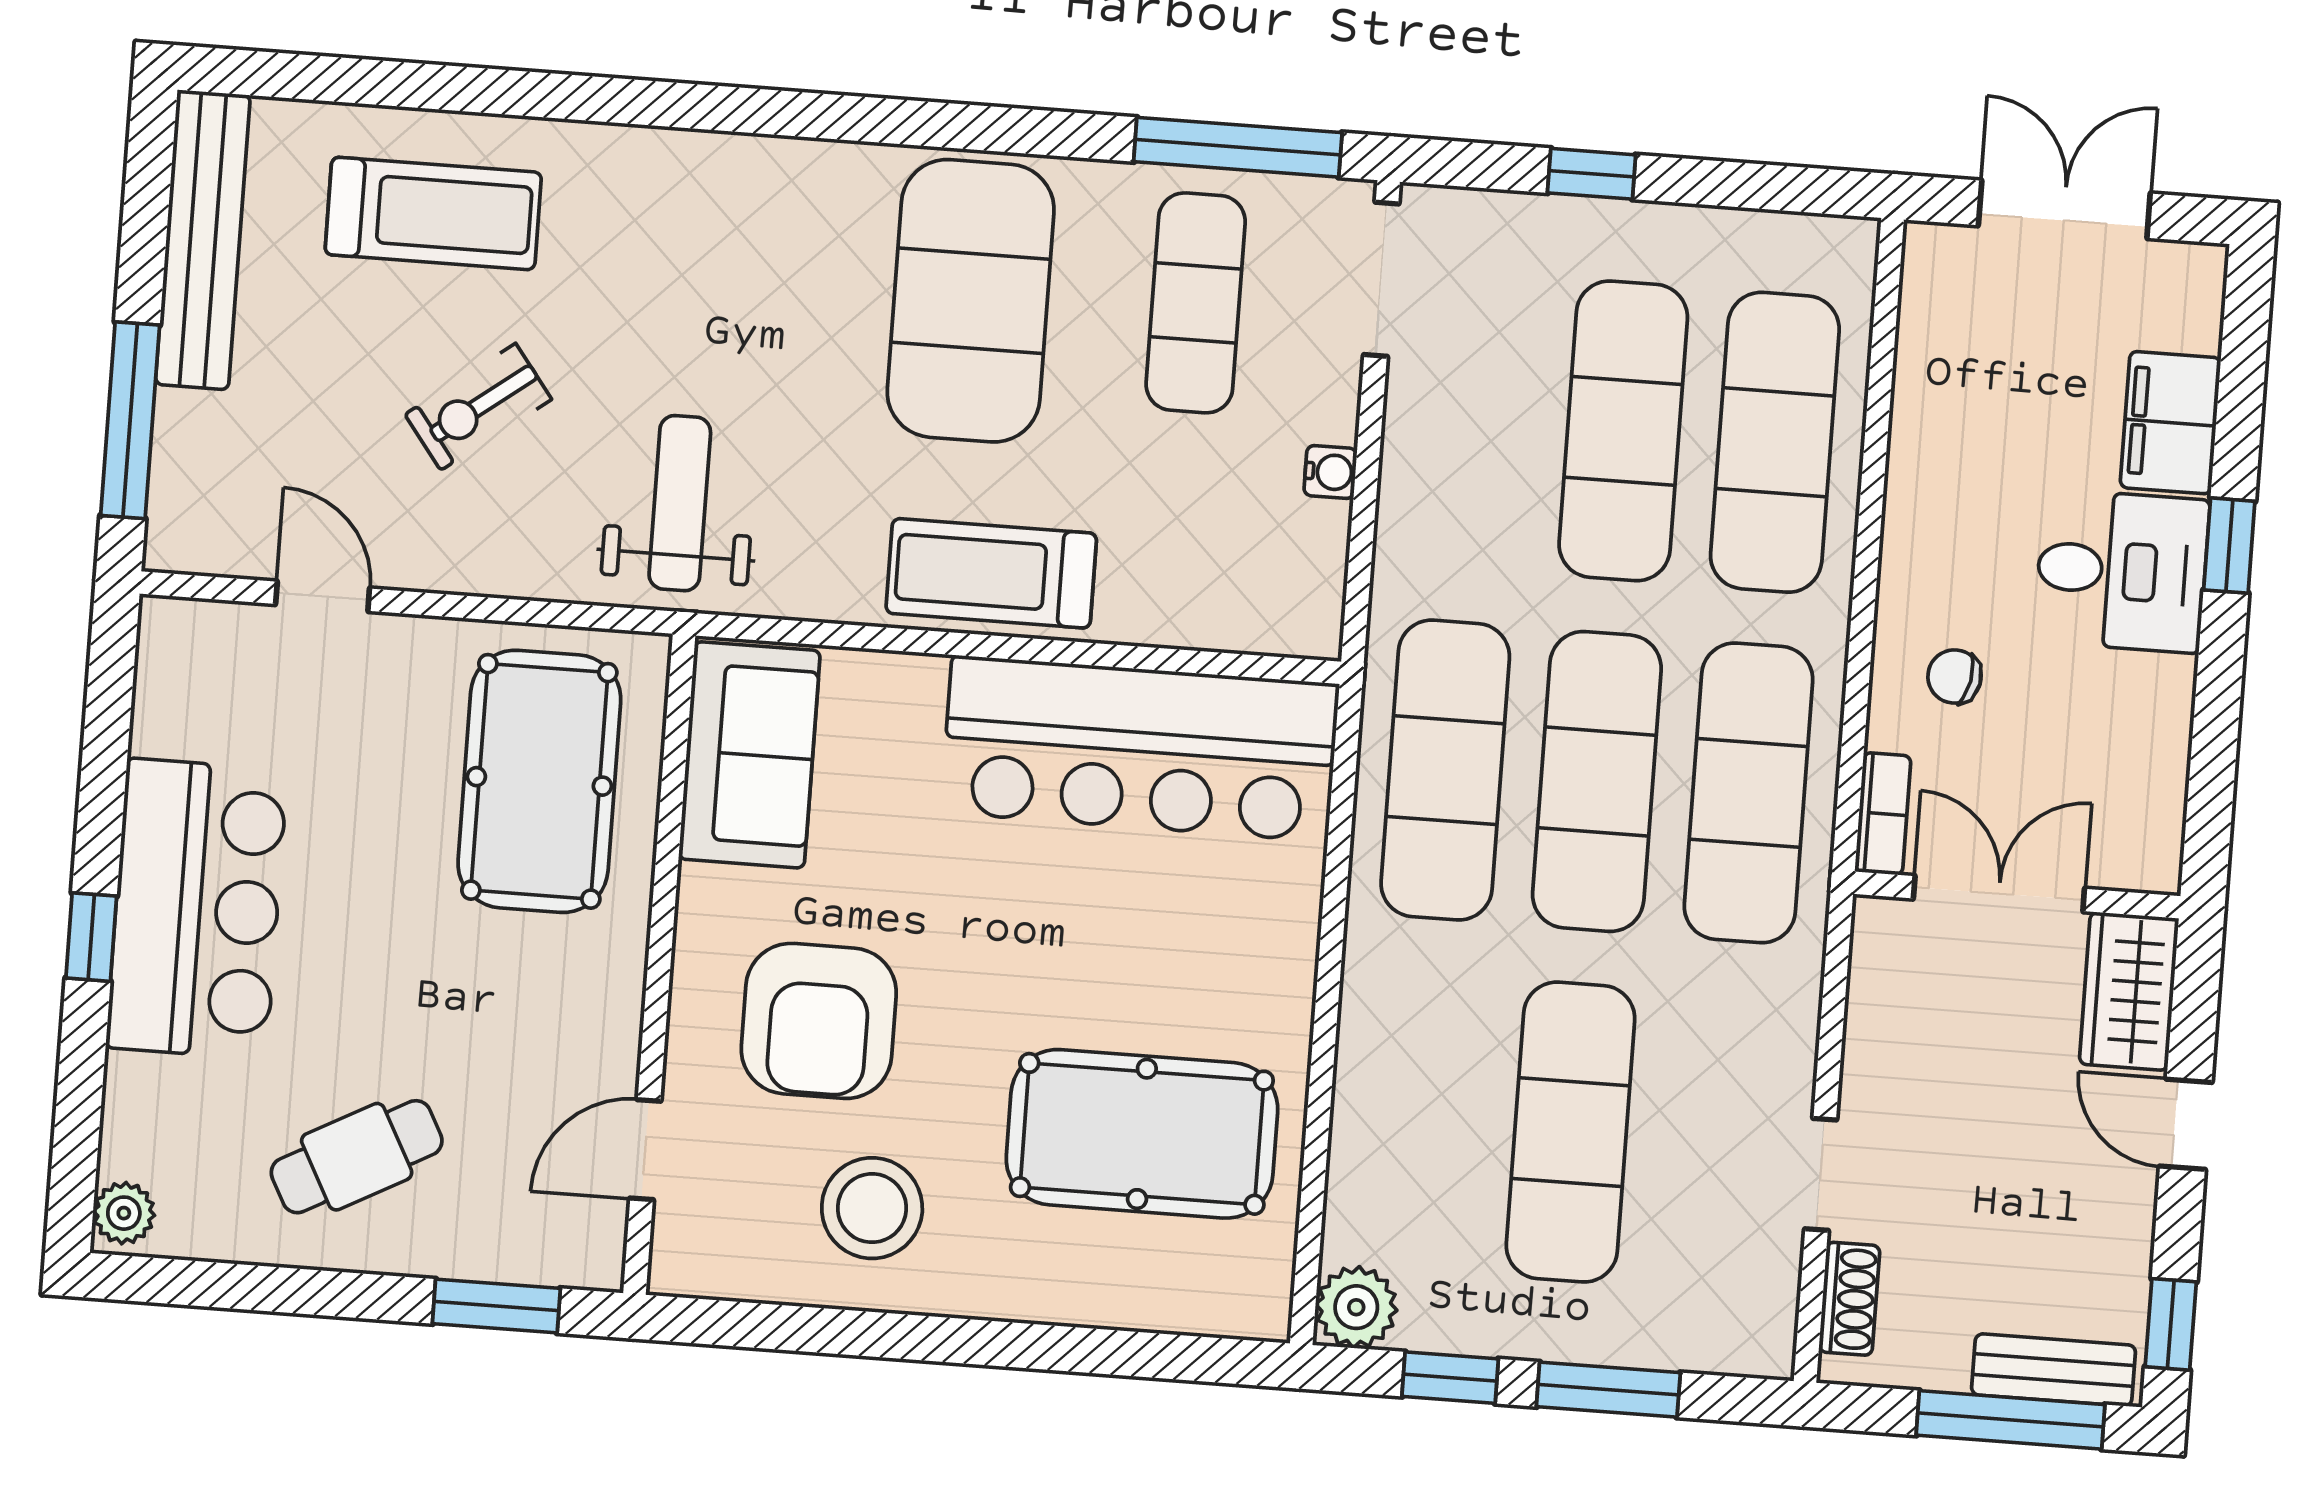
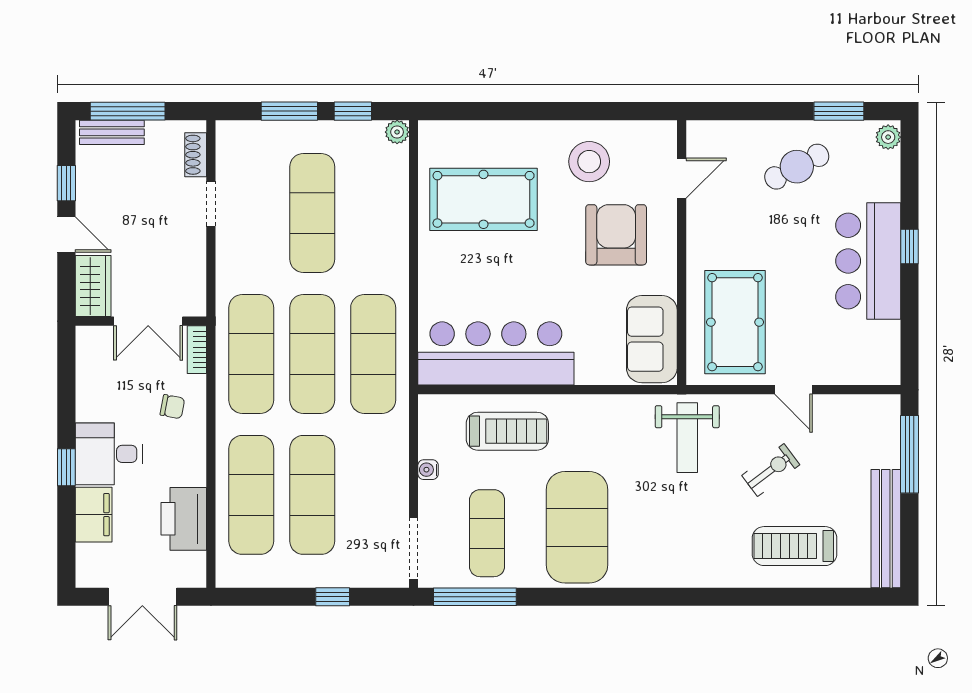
printer: (1947, 395) -> (184, 519), added
treadmill: (991, 573) -> (507, 431), moved
door: (323, 596) -> (793, 390), moved
window: (496, 1306) -> (839, 111), moved
plant: (1356, 1307) -> (397, 132), width x0.73, depth x0.73
window: (2171, 1324) -> (66, 183), moved

